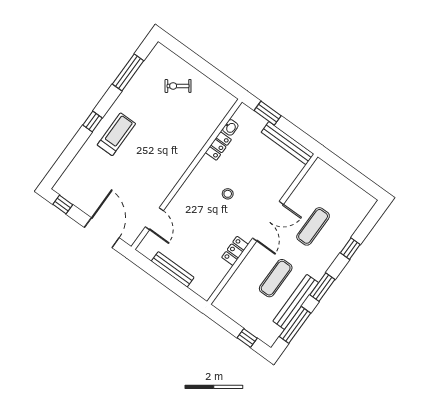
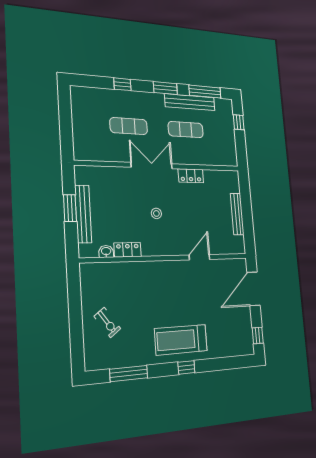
window: (268, 113) -> (70, 208), moved
treadmill: (116, 134) -> (181, 340), width x1.37, depth x1.38
bench: (287, 143) -> (83, 214), moved
door: (154, 219) -> (199, 257), moved

